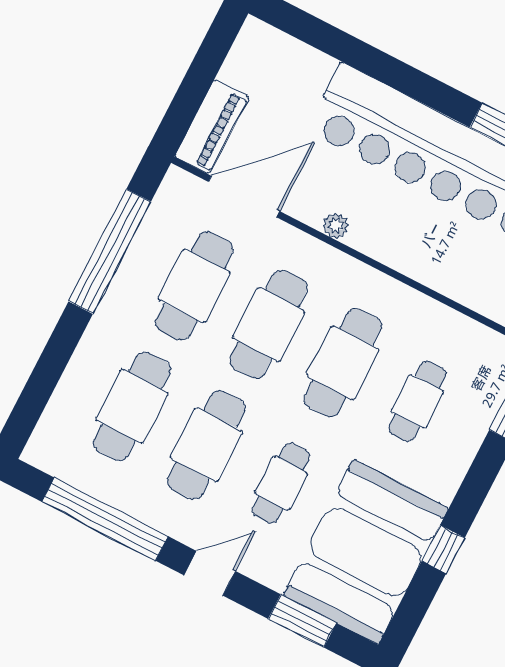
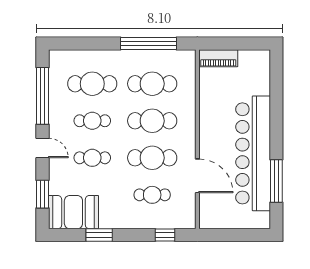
door: (244, 196) -> (197, 176), moved
plant: (336, 226) -> (205, 127), removed
cafe table: (206, 445) -> (92, 121), width x0.73, depth x0.74
window: (443, 549) -> (99, 235), width x1.50
booth: (366, 552) -> (73, 212), width x0.73, depth x0.70

